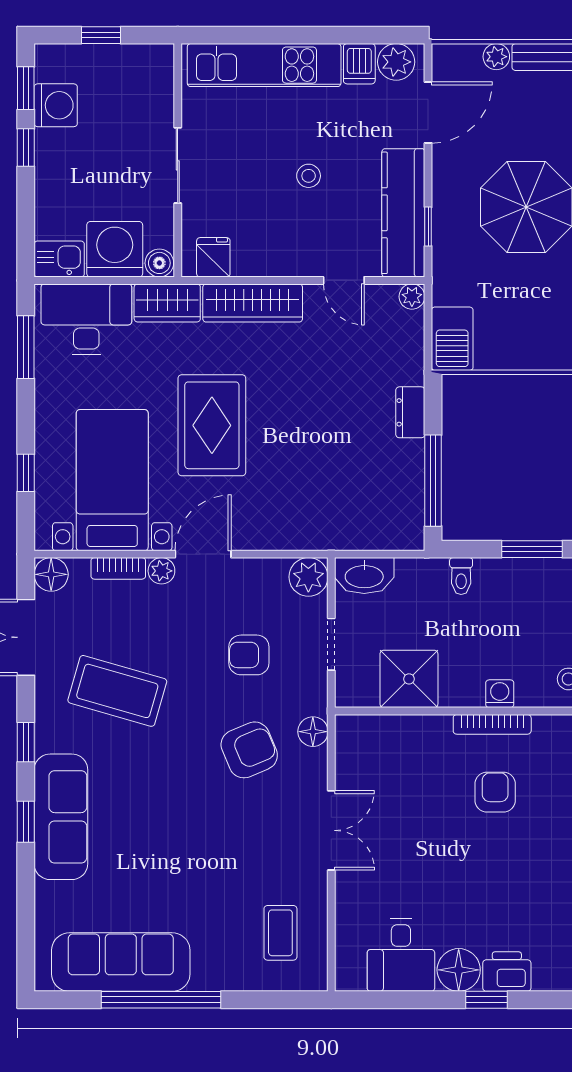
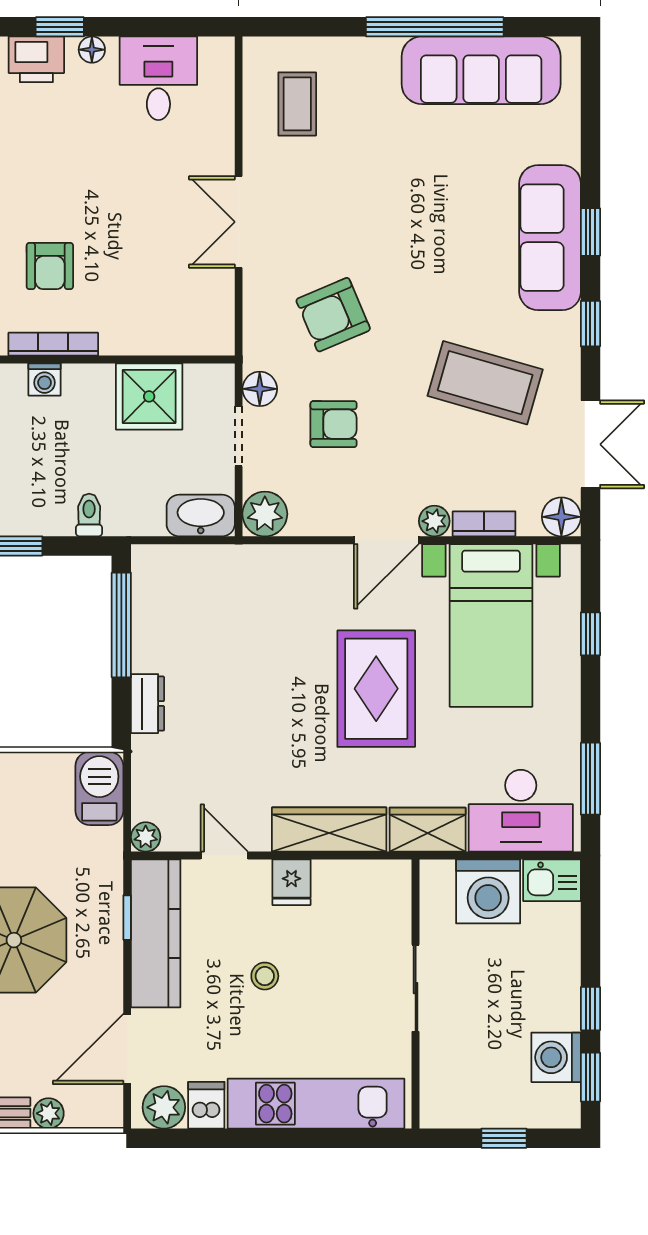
fridge: (213, 257) -> (291, 882), moved
boiler: (159, 263) -> (437, 876), removed
floor lamp: (313, 732) -> (260, 389), moved
floor lamp: (459, 970) -> (92, 50), width x0.53, depth x0.53

